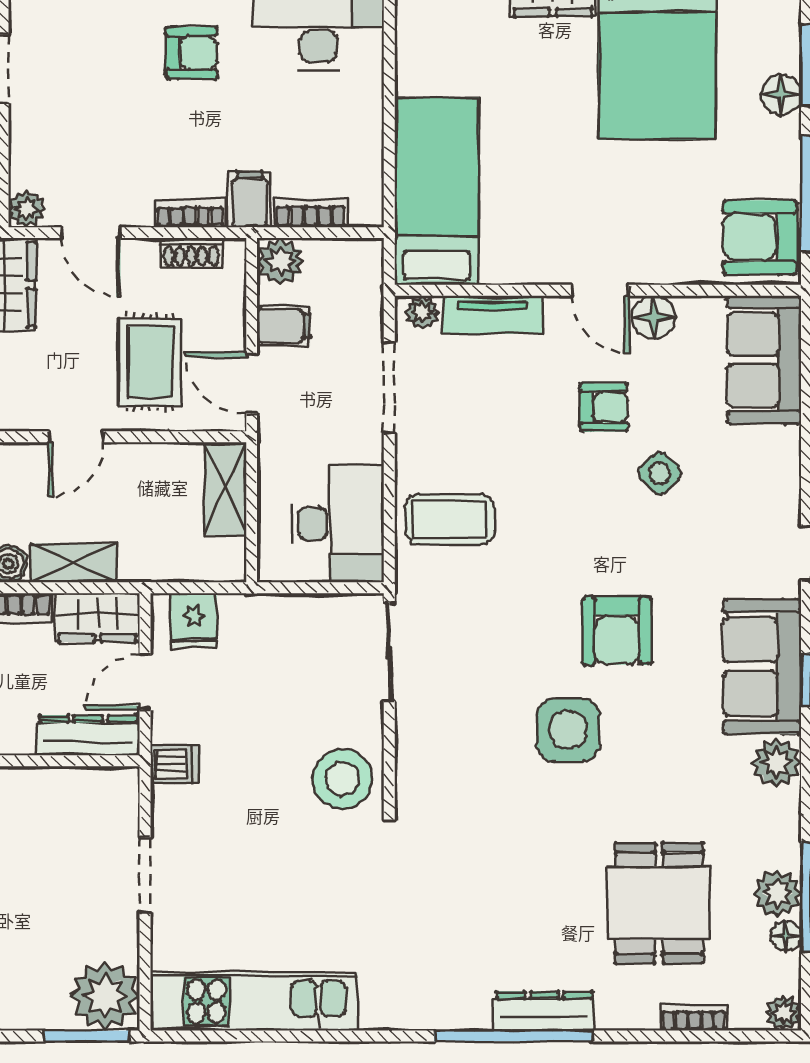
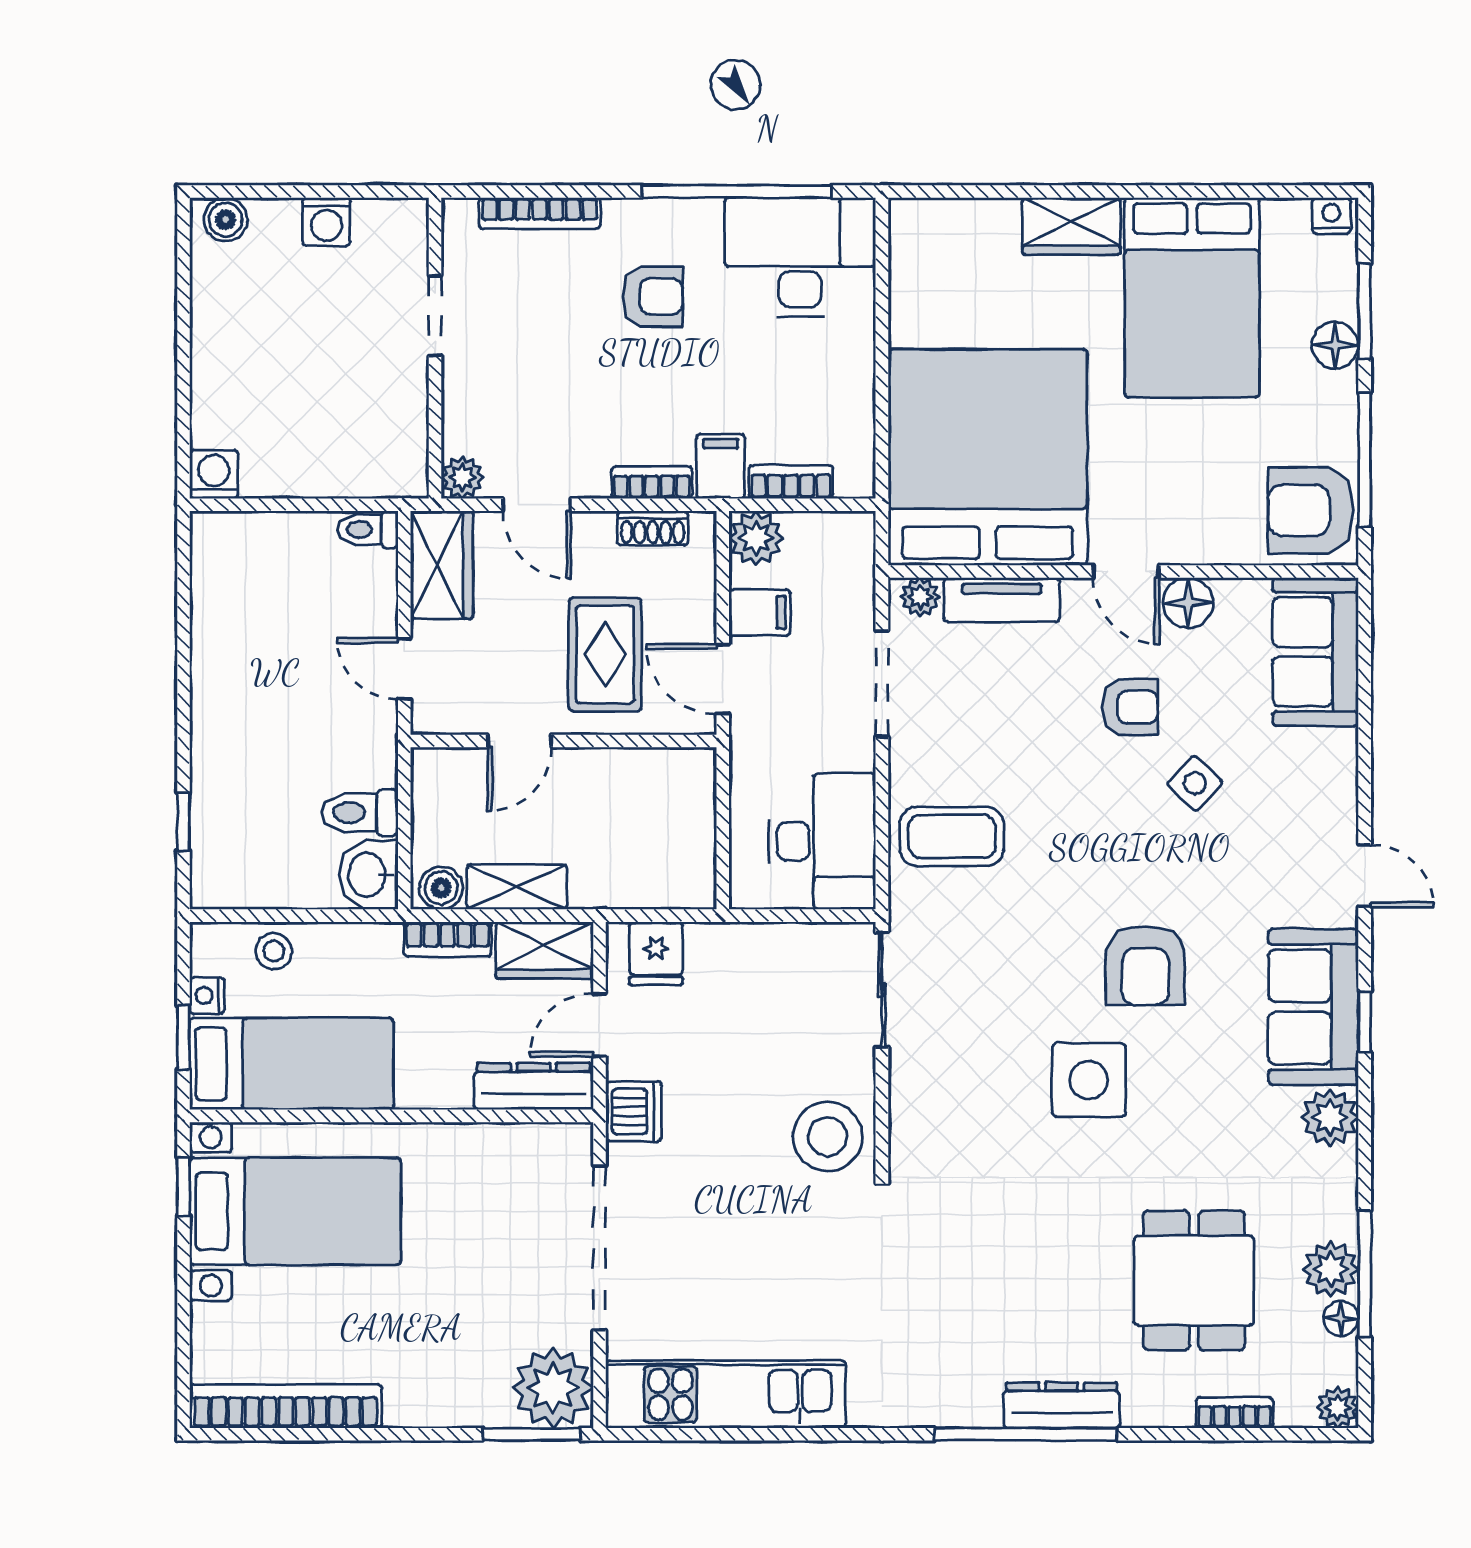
bed: (437, 191) -> (988, 457), width x2.04
shelving: (225, 489) -> (692, 801), removed
dishwasher: (175, 764) -> (634, 1111), width x1.38
doorway: (145, 875) -> (599, 1248), width x1.87

